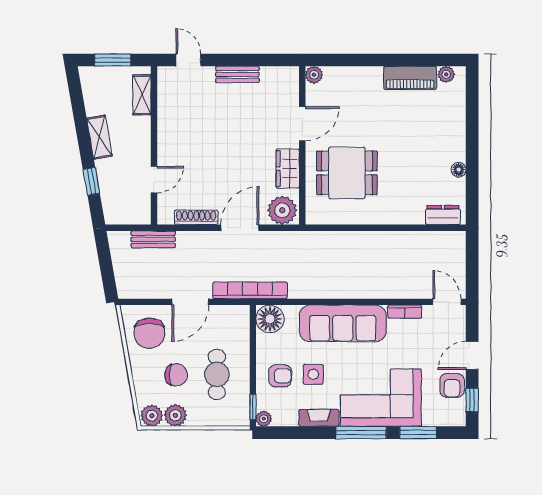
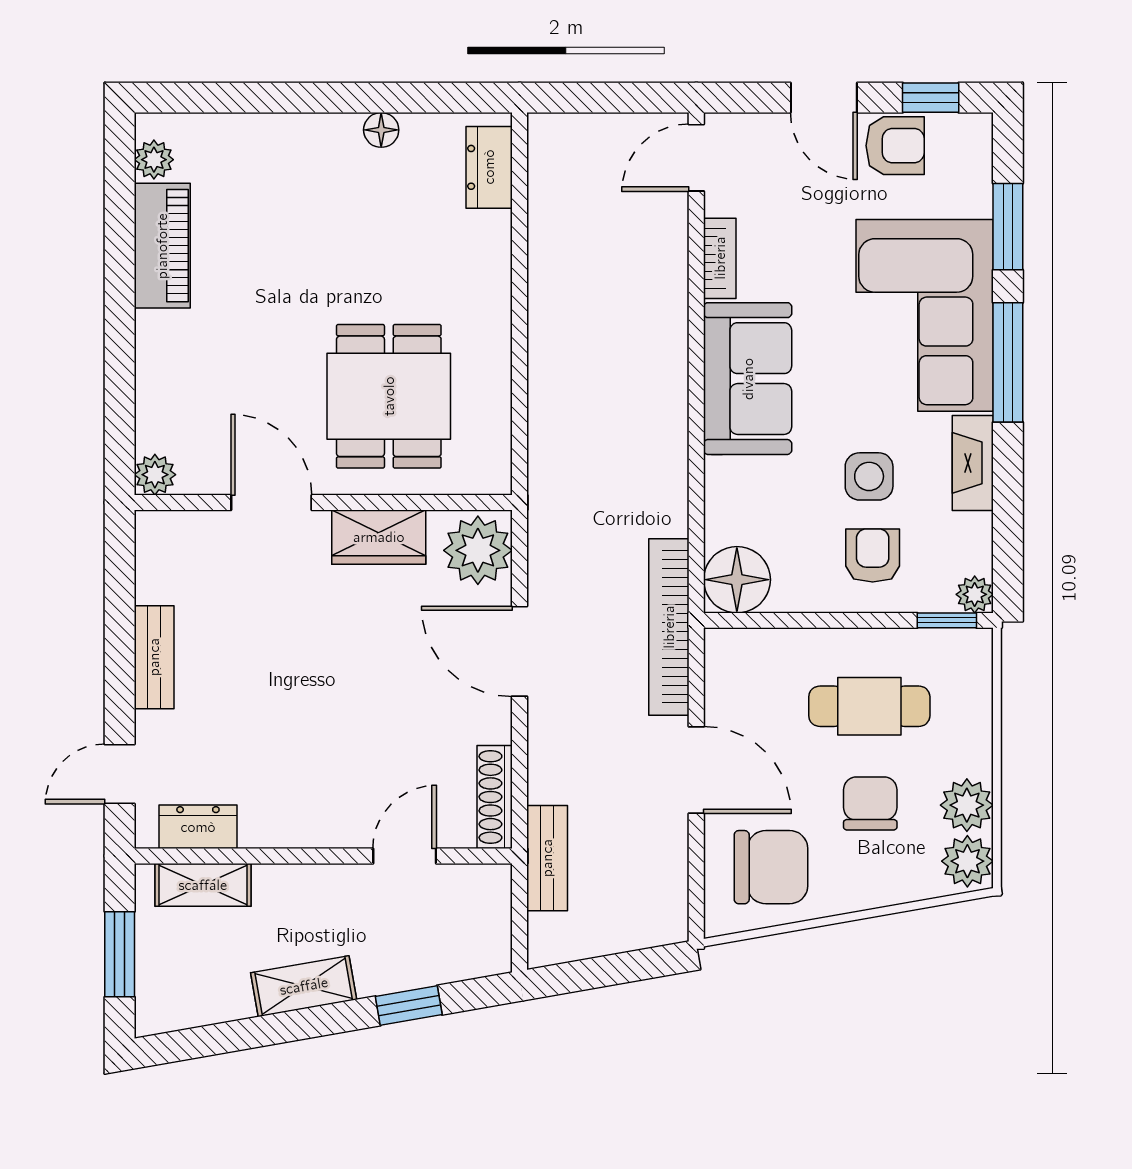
dresser: (166, 93) -> (198, 827), added
door: (154, 179) -> (405, 856), hinge flipped
shoe rack: (196, 217) -> (495, 797), moved
sofa: (343, 323) -> (748, 379), width x0.73

